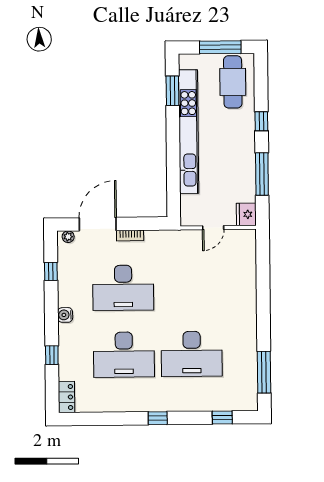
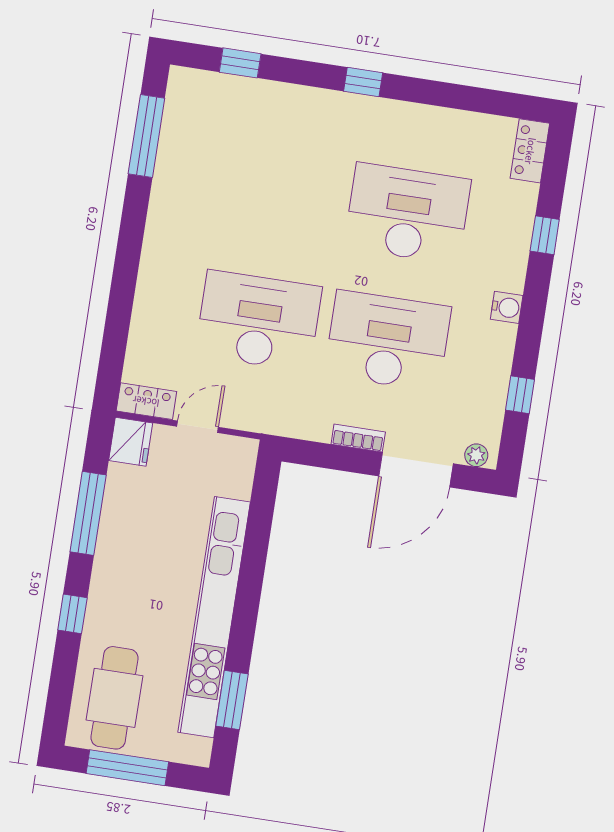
locker: (242, 236) -> (146, 401), added
desk: (192, 354) -> (258, 321), moved

